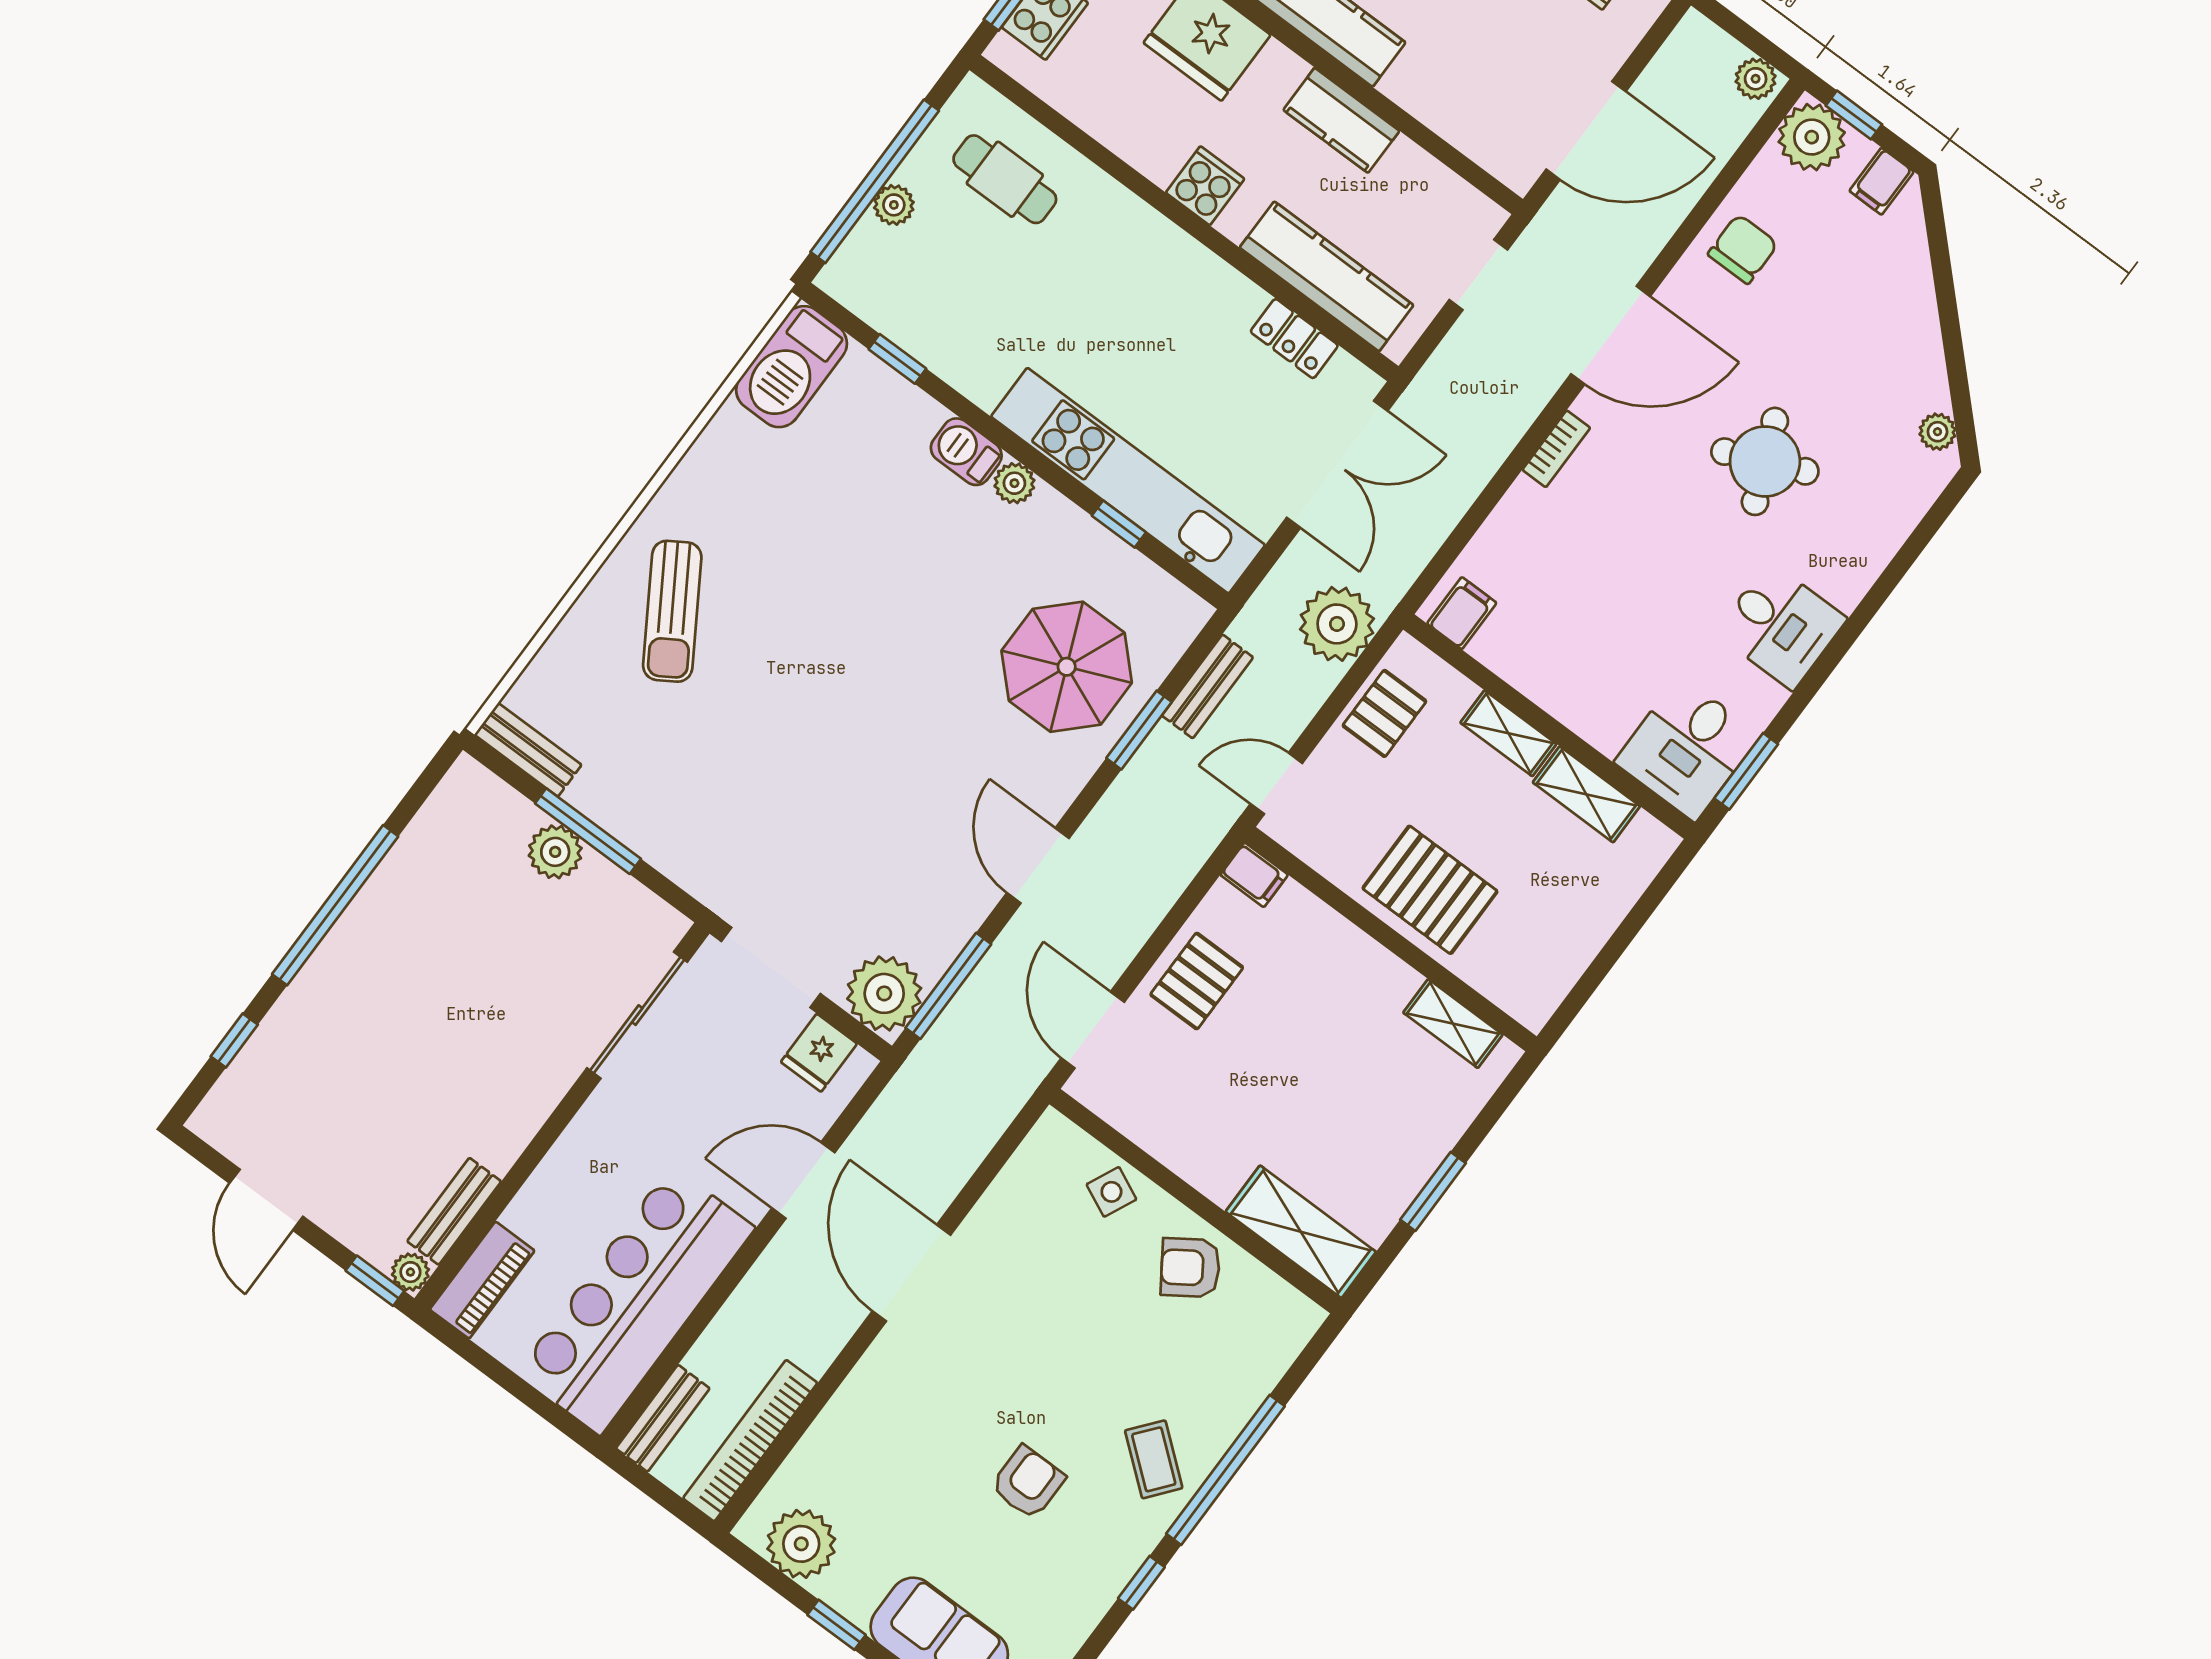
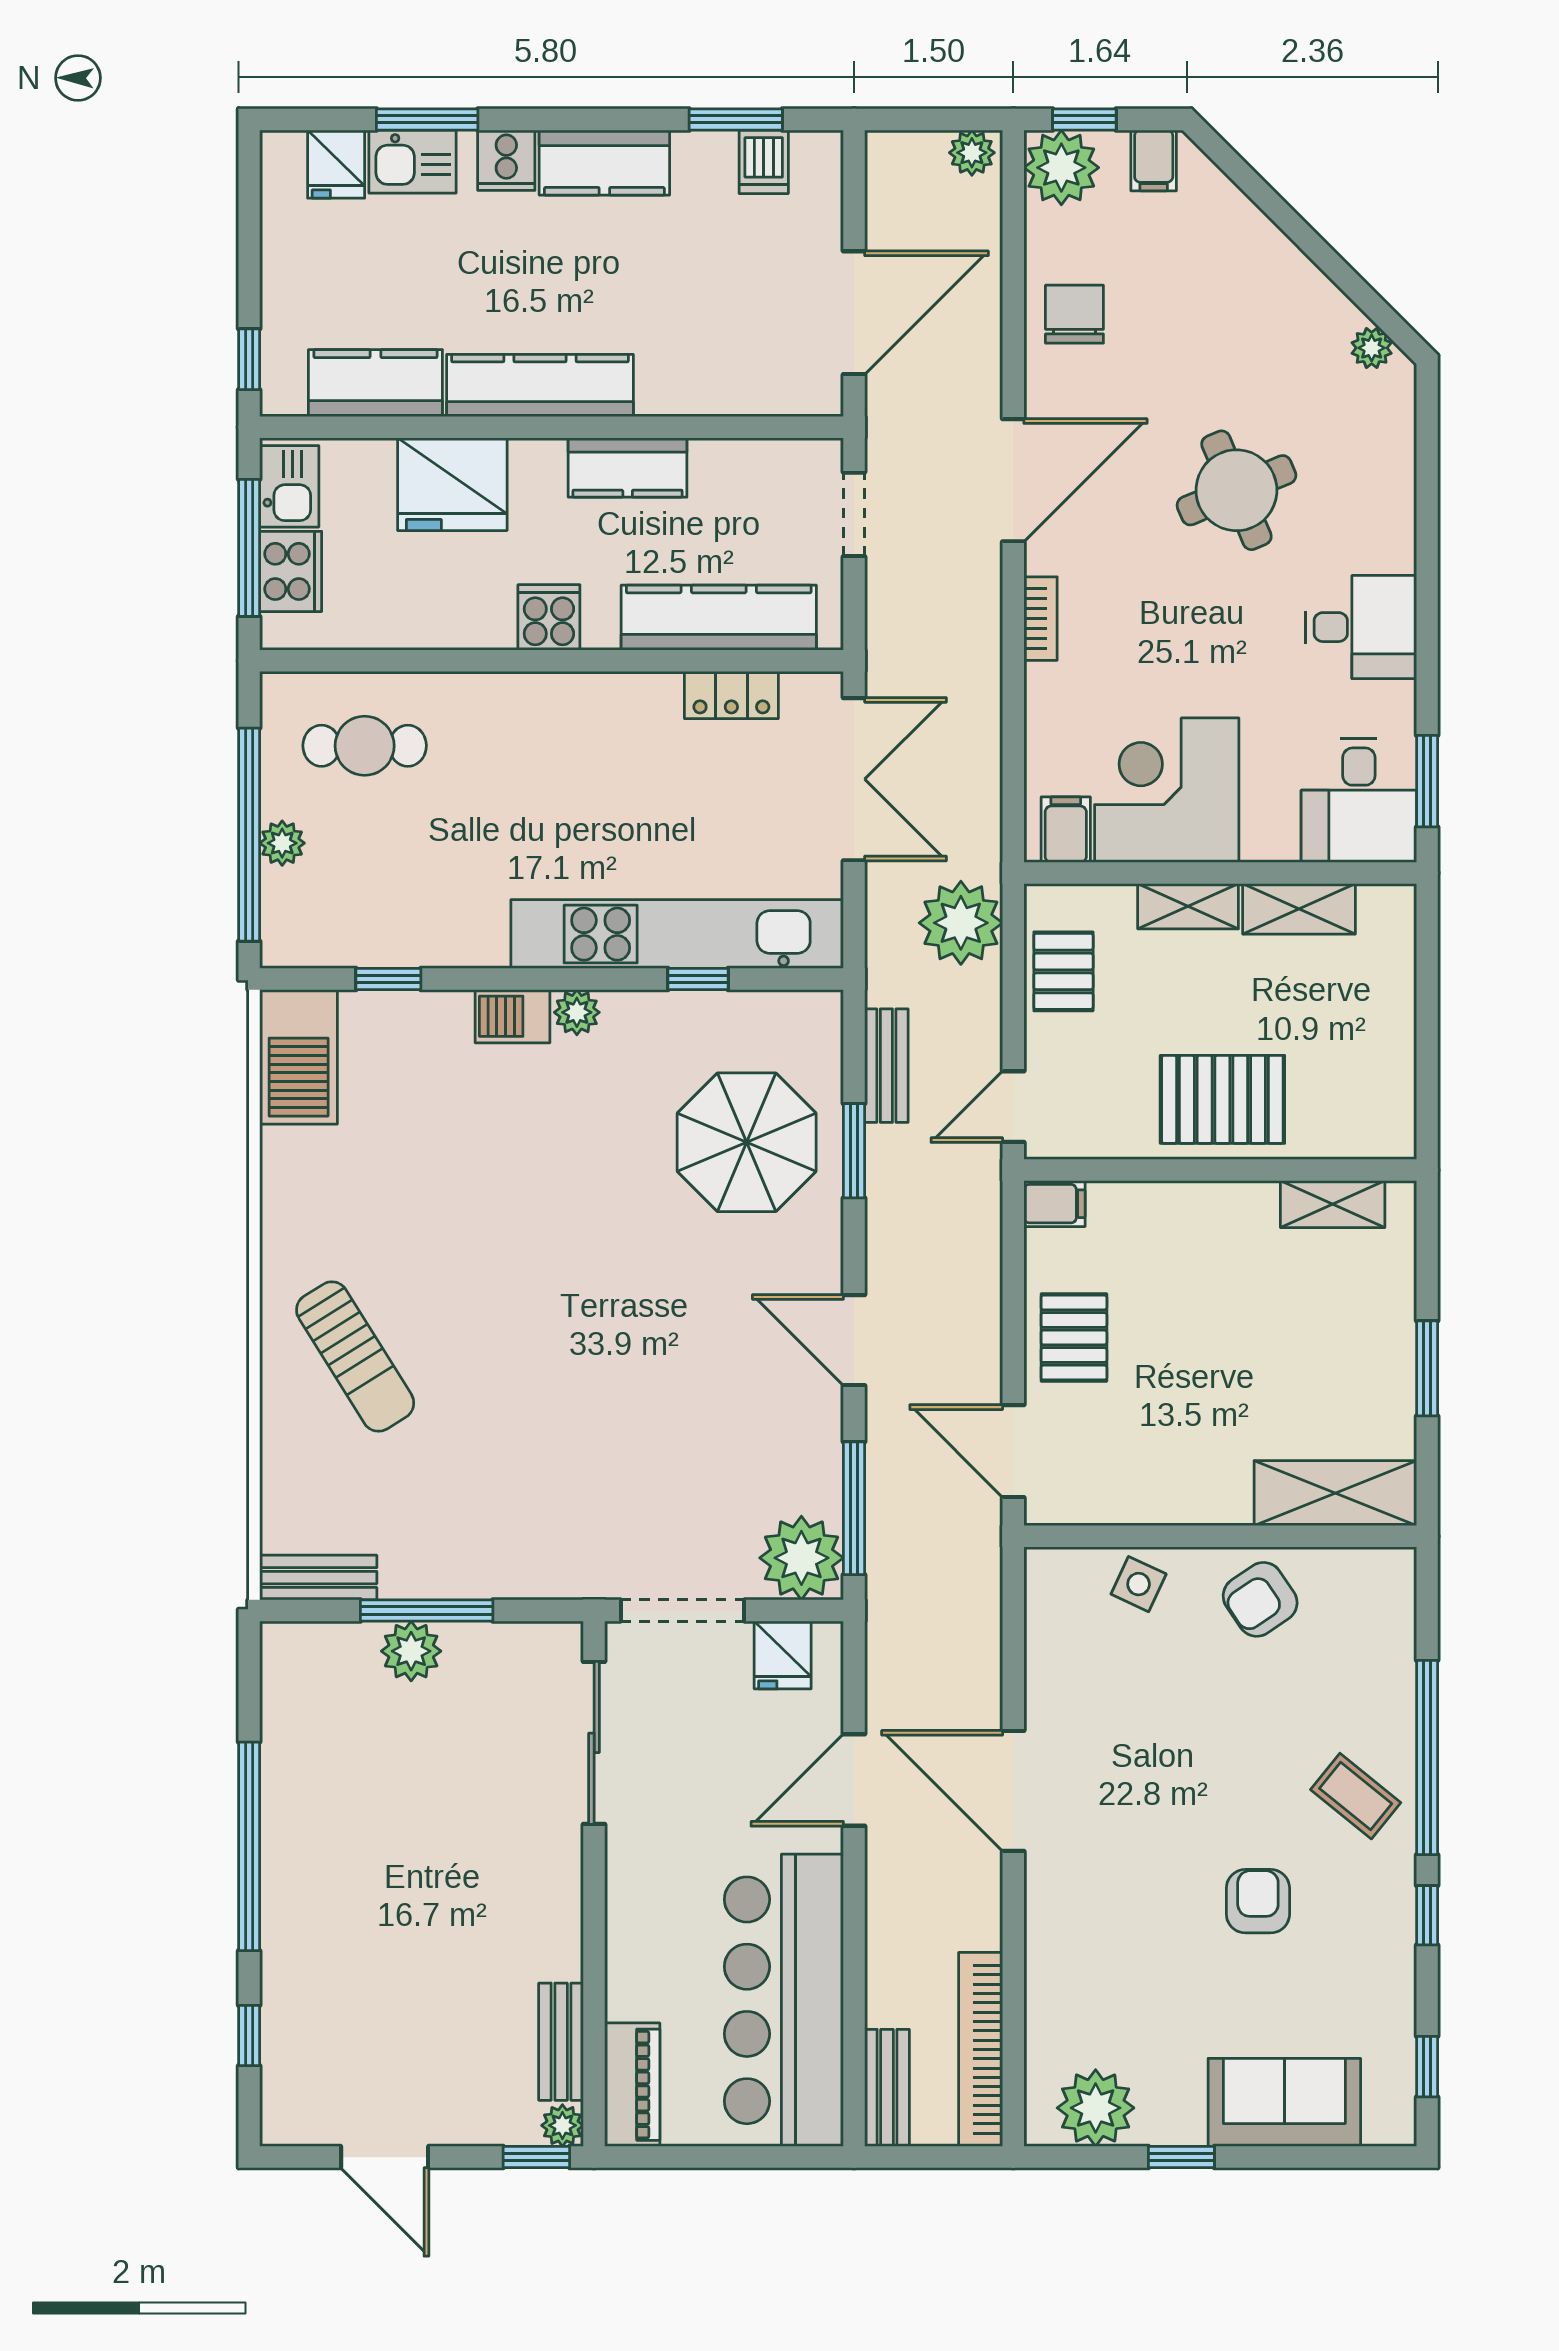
corner desk: (1555, 639) -> (1167, 790), added

